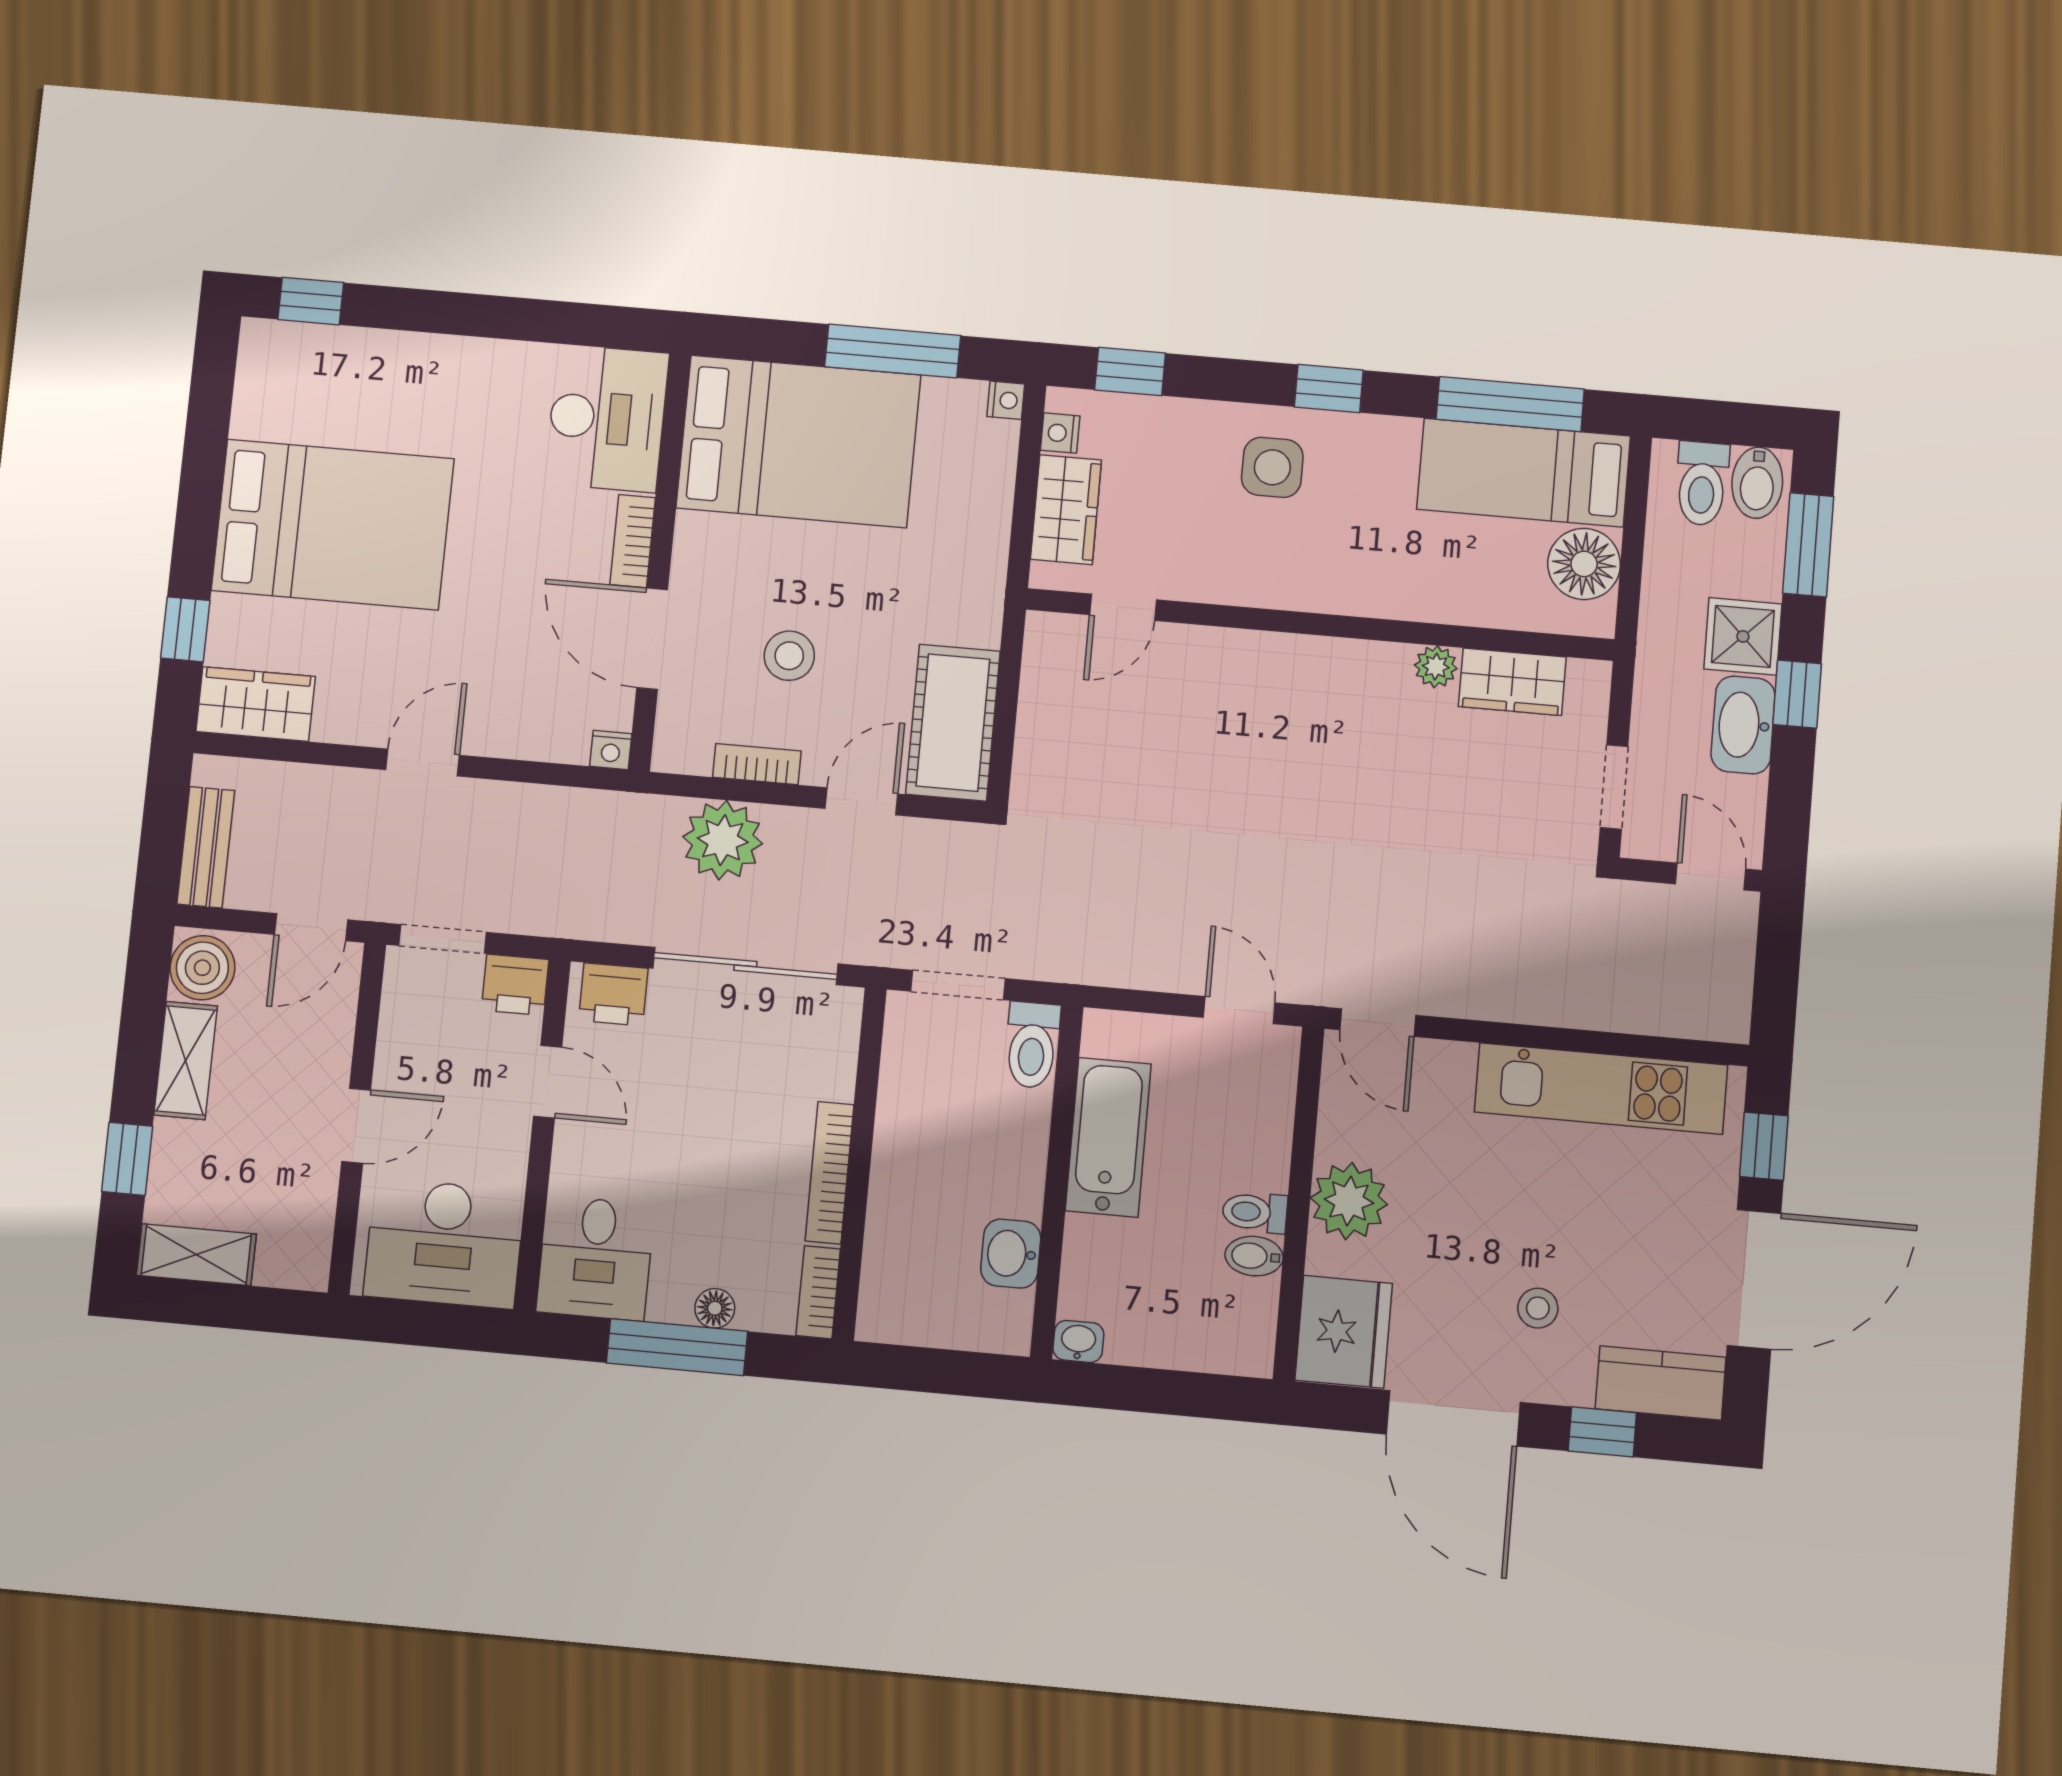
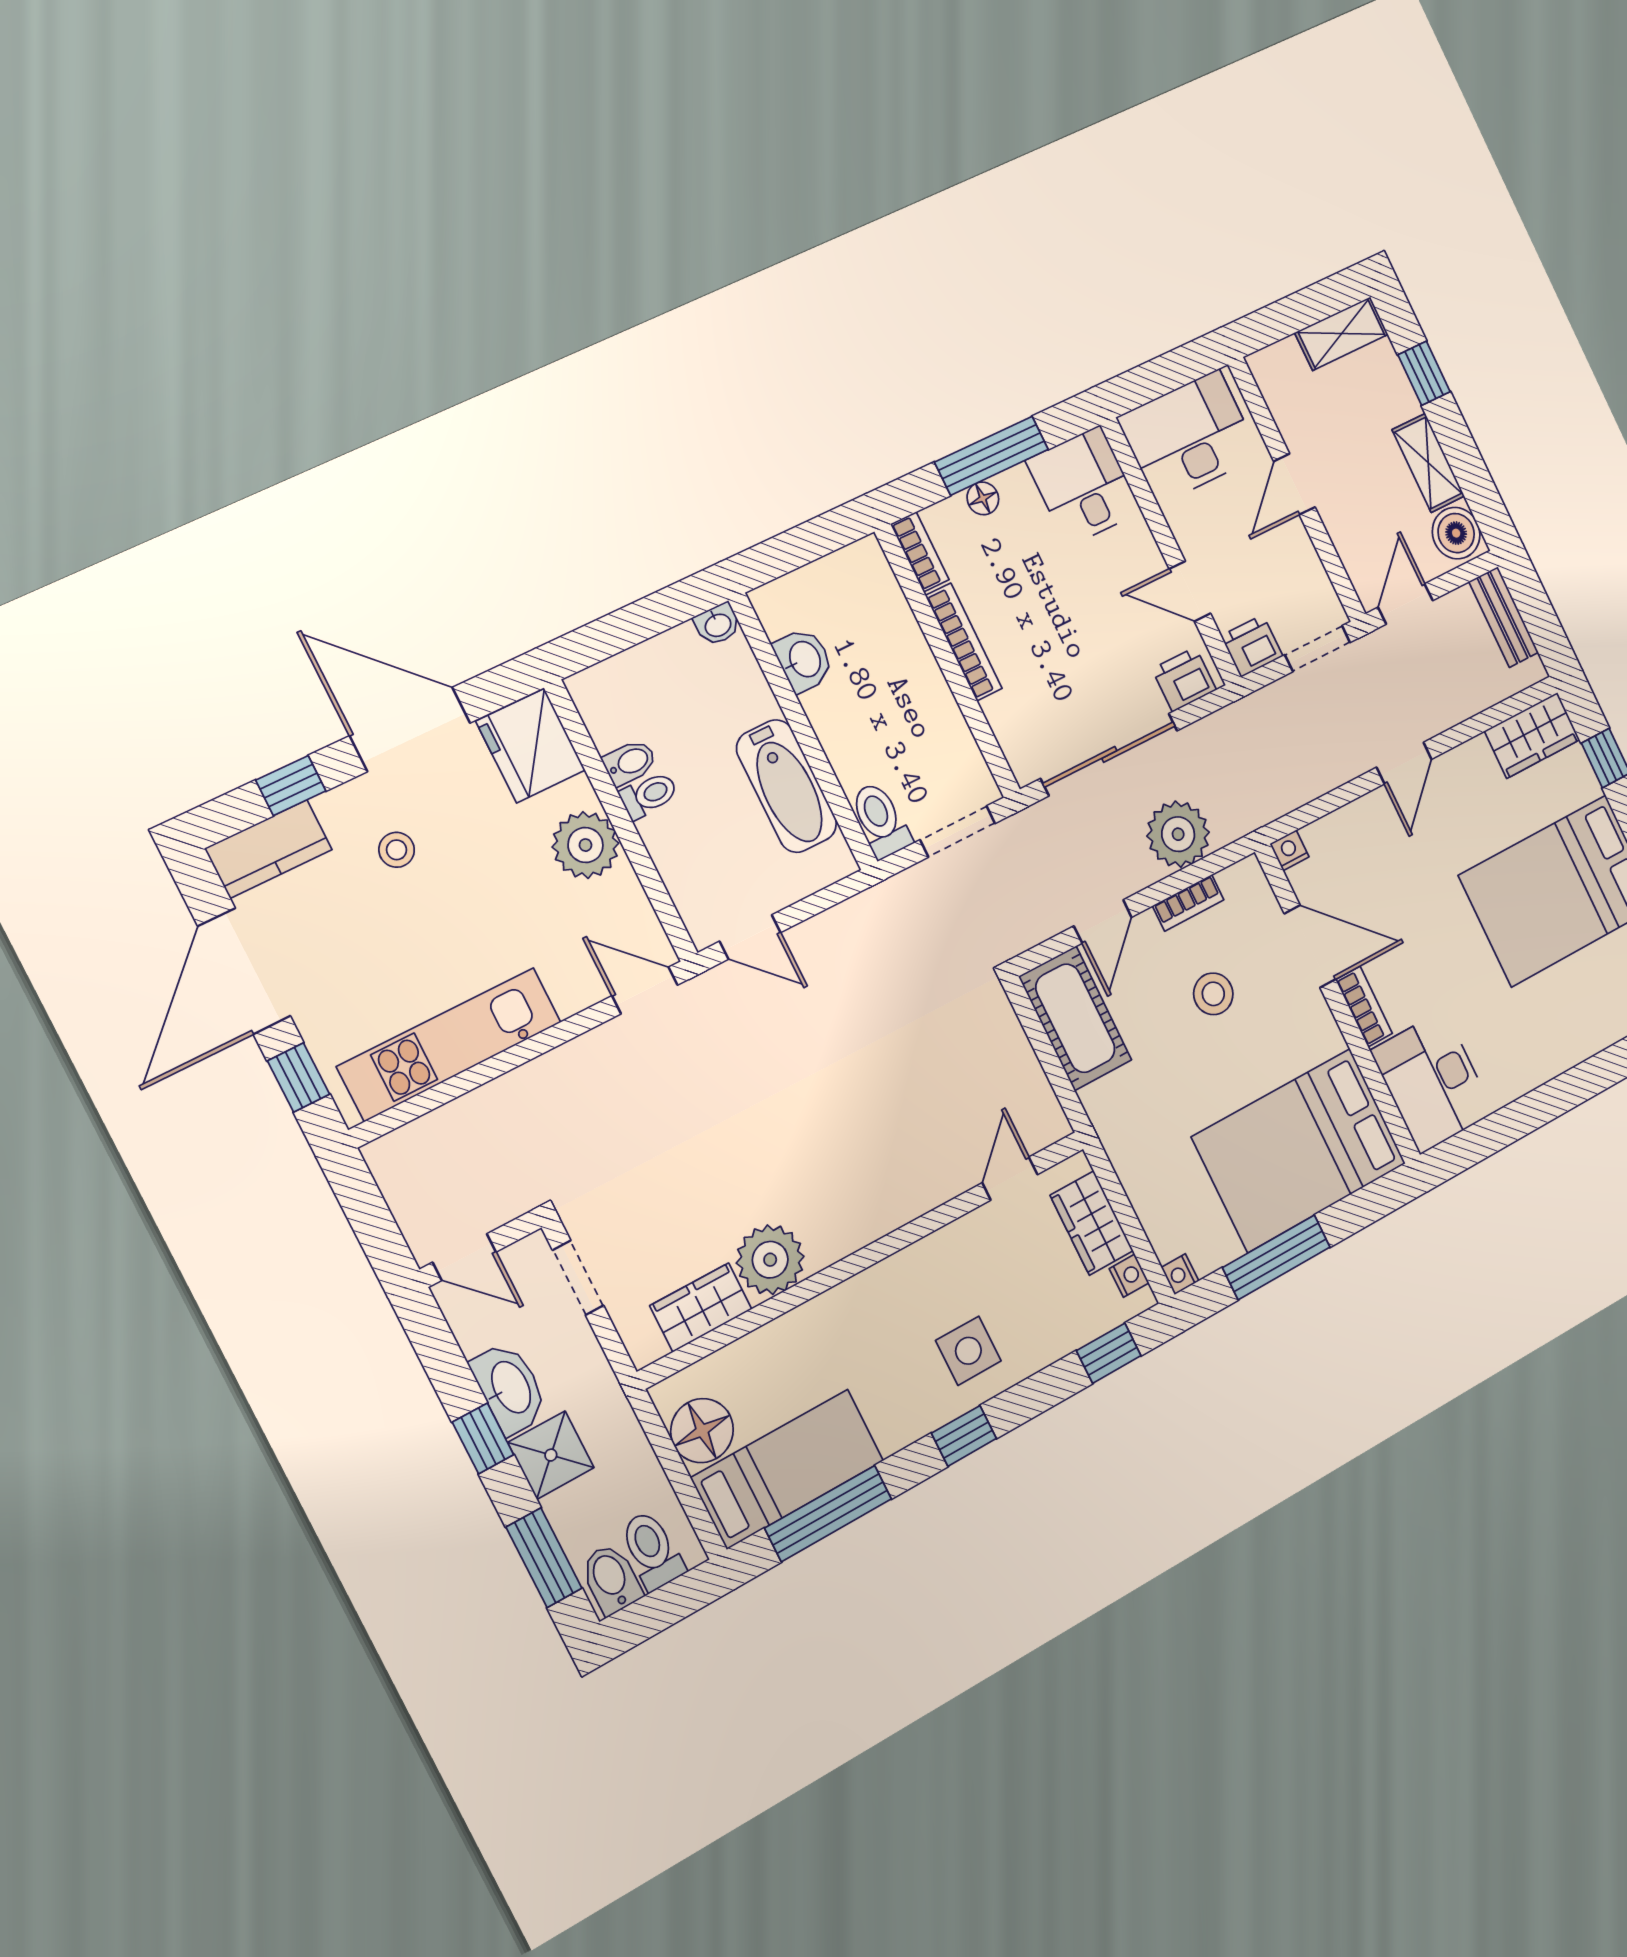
plant: (1436, 667) -> (770, 1260), width x1.87, depth x1.87

